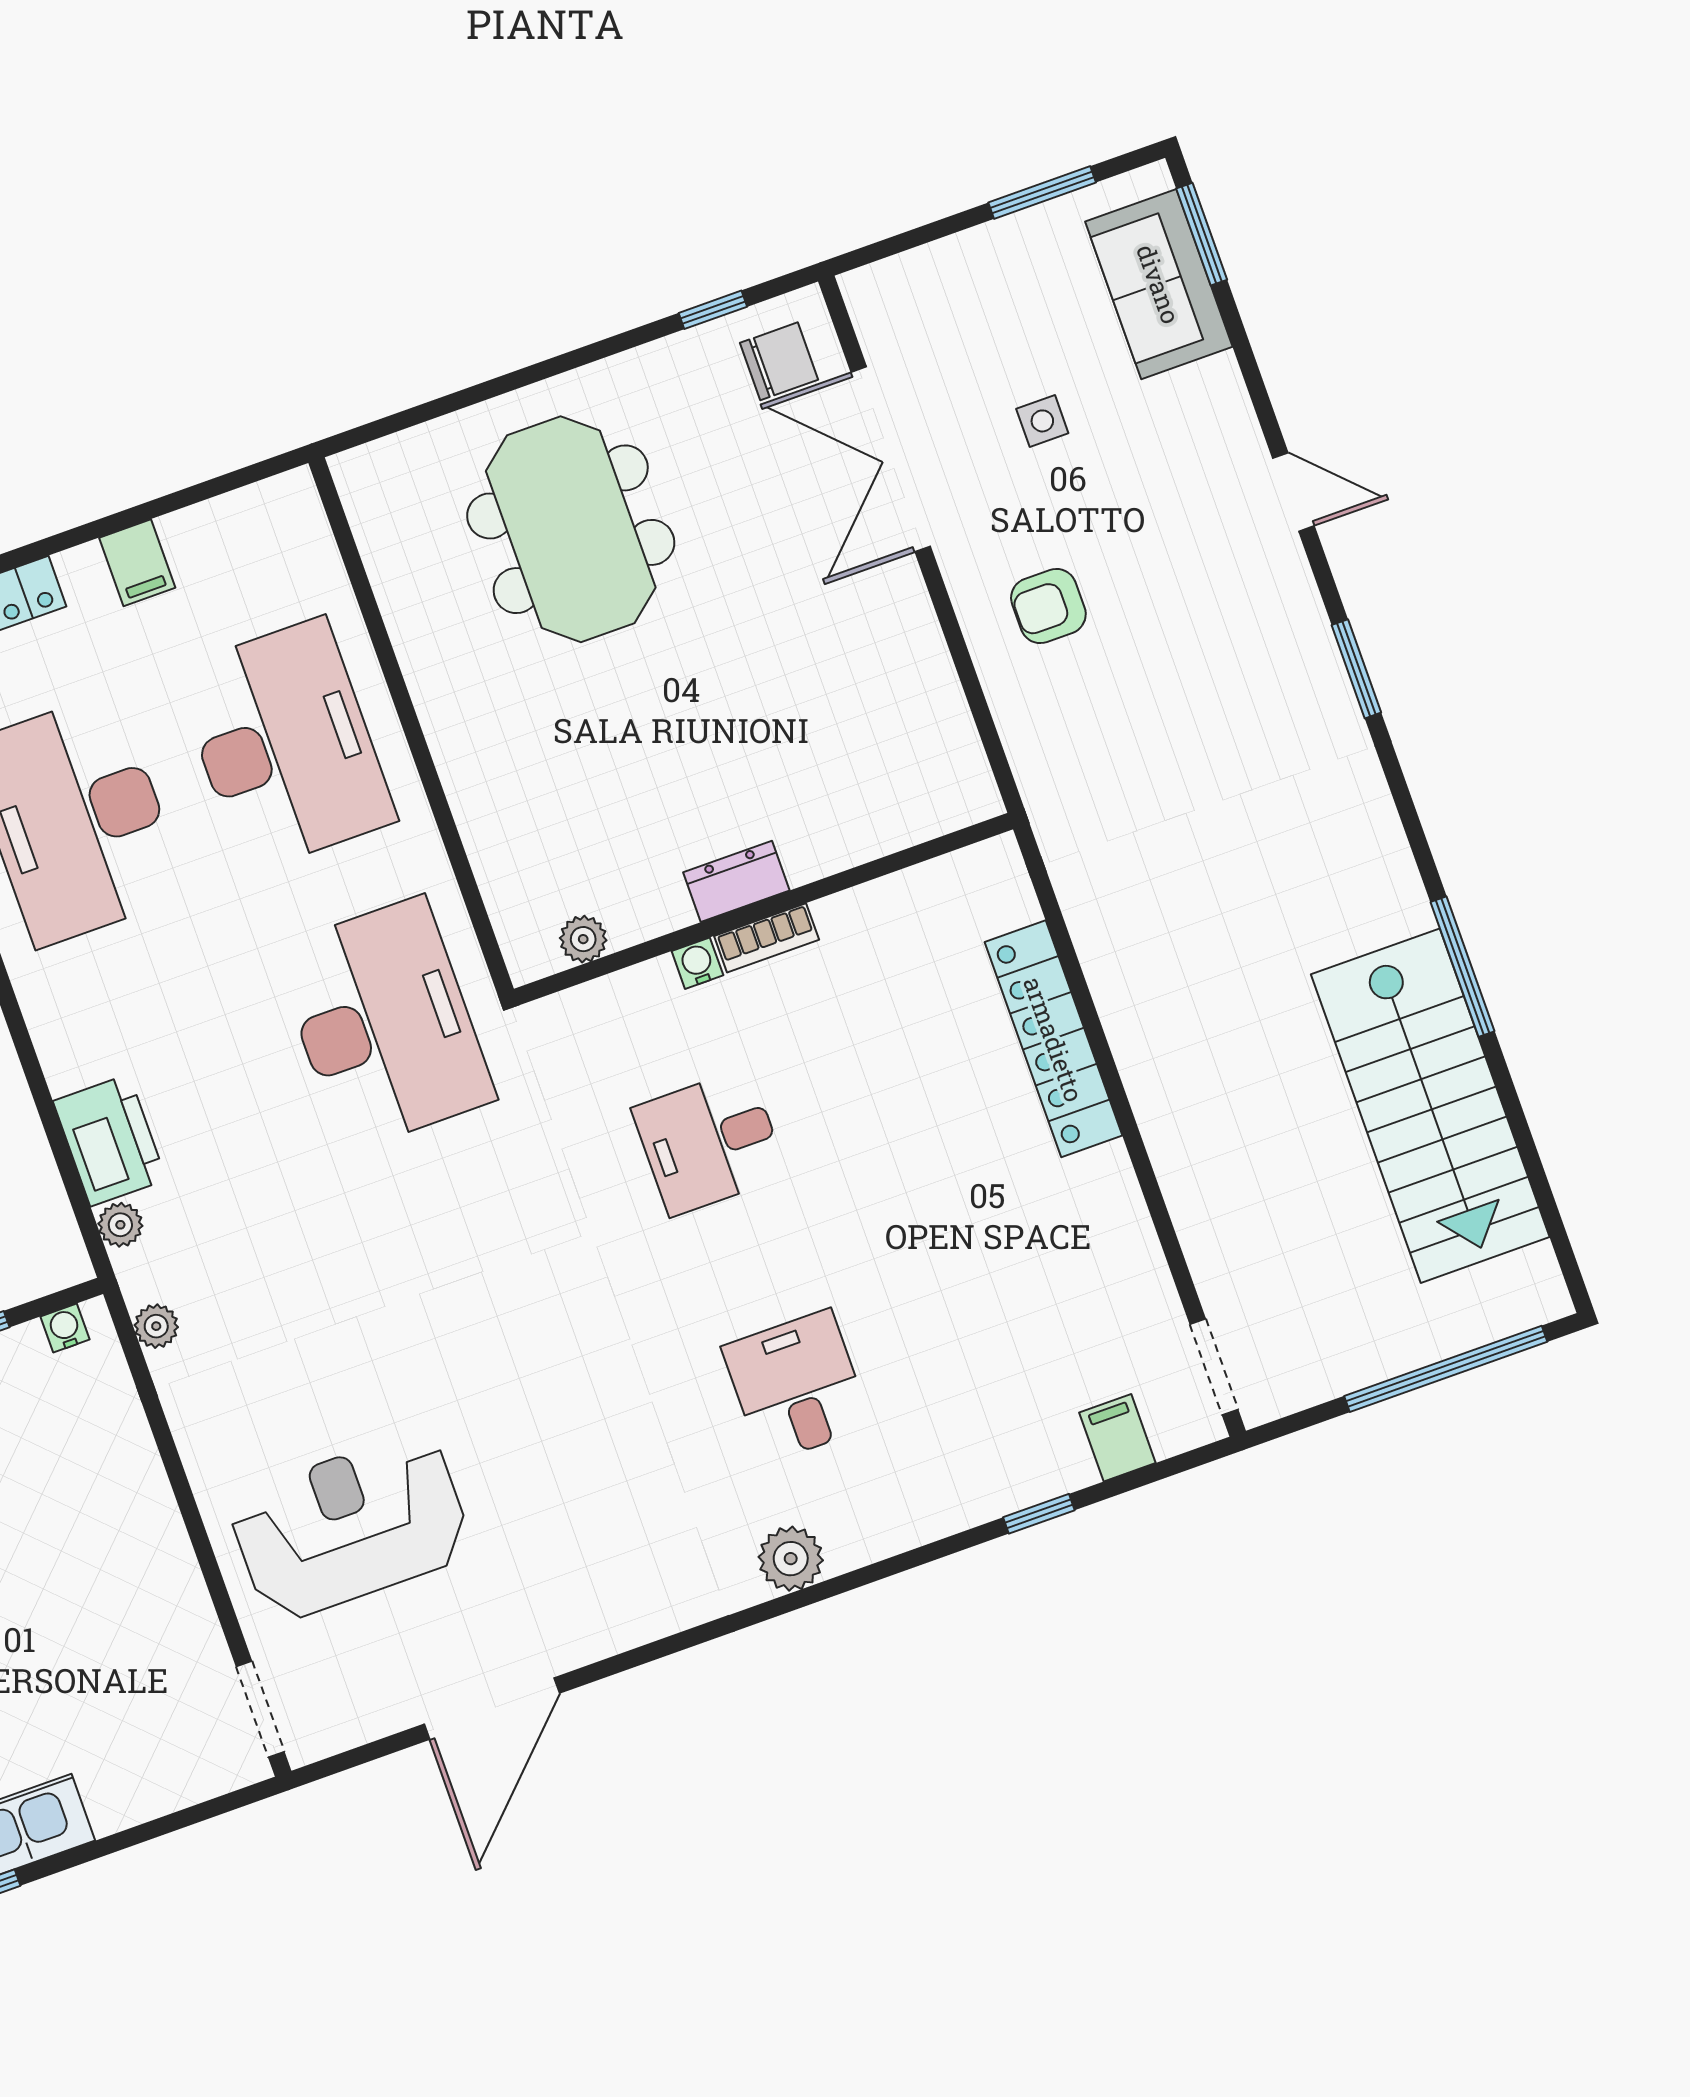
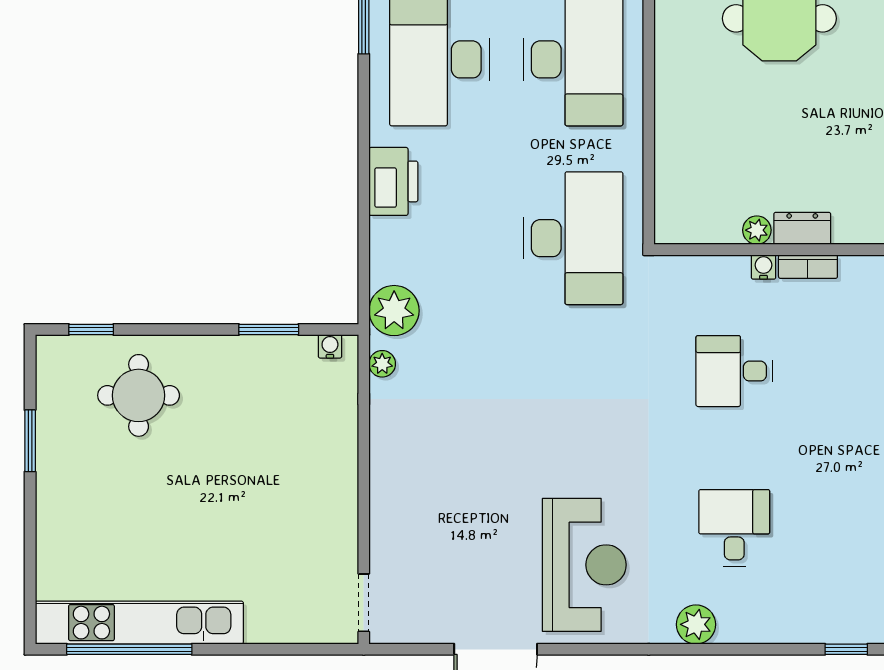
plant: (583, 939) -> (757, 230), moved
printer: (110, 1140) -> (393, 181), moved
plant: (120, 1225) -> (394, 311), width x1.87, depth x1.87
reception desk: (350, 1526) -> (584, 565), moved, turned 90

